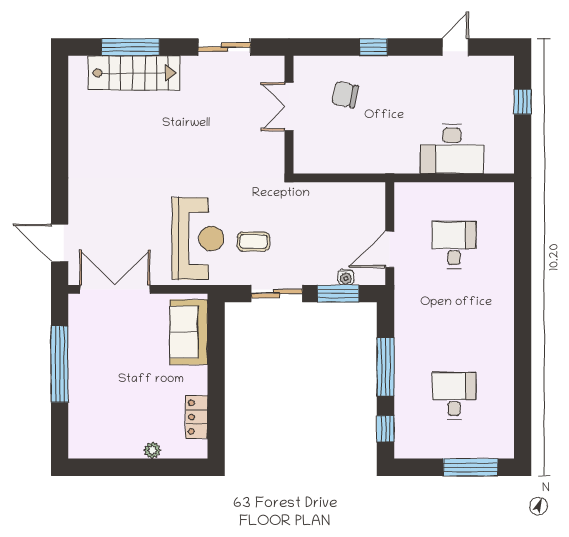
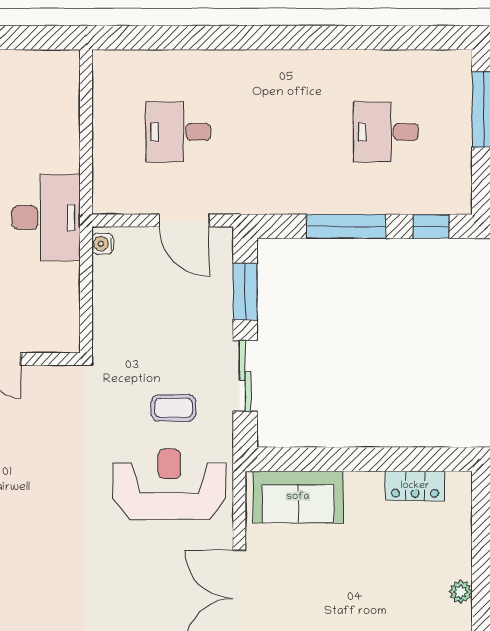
desk: (452, 149) -> (46, 218), moved
coffee table: (253, 242) -> (174, 408), turned 90
water cooler: (346, 277) -> (103, 244), moved, turned 180
plant: (152, 450) -> (461, 592), moved

